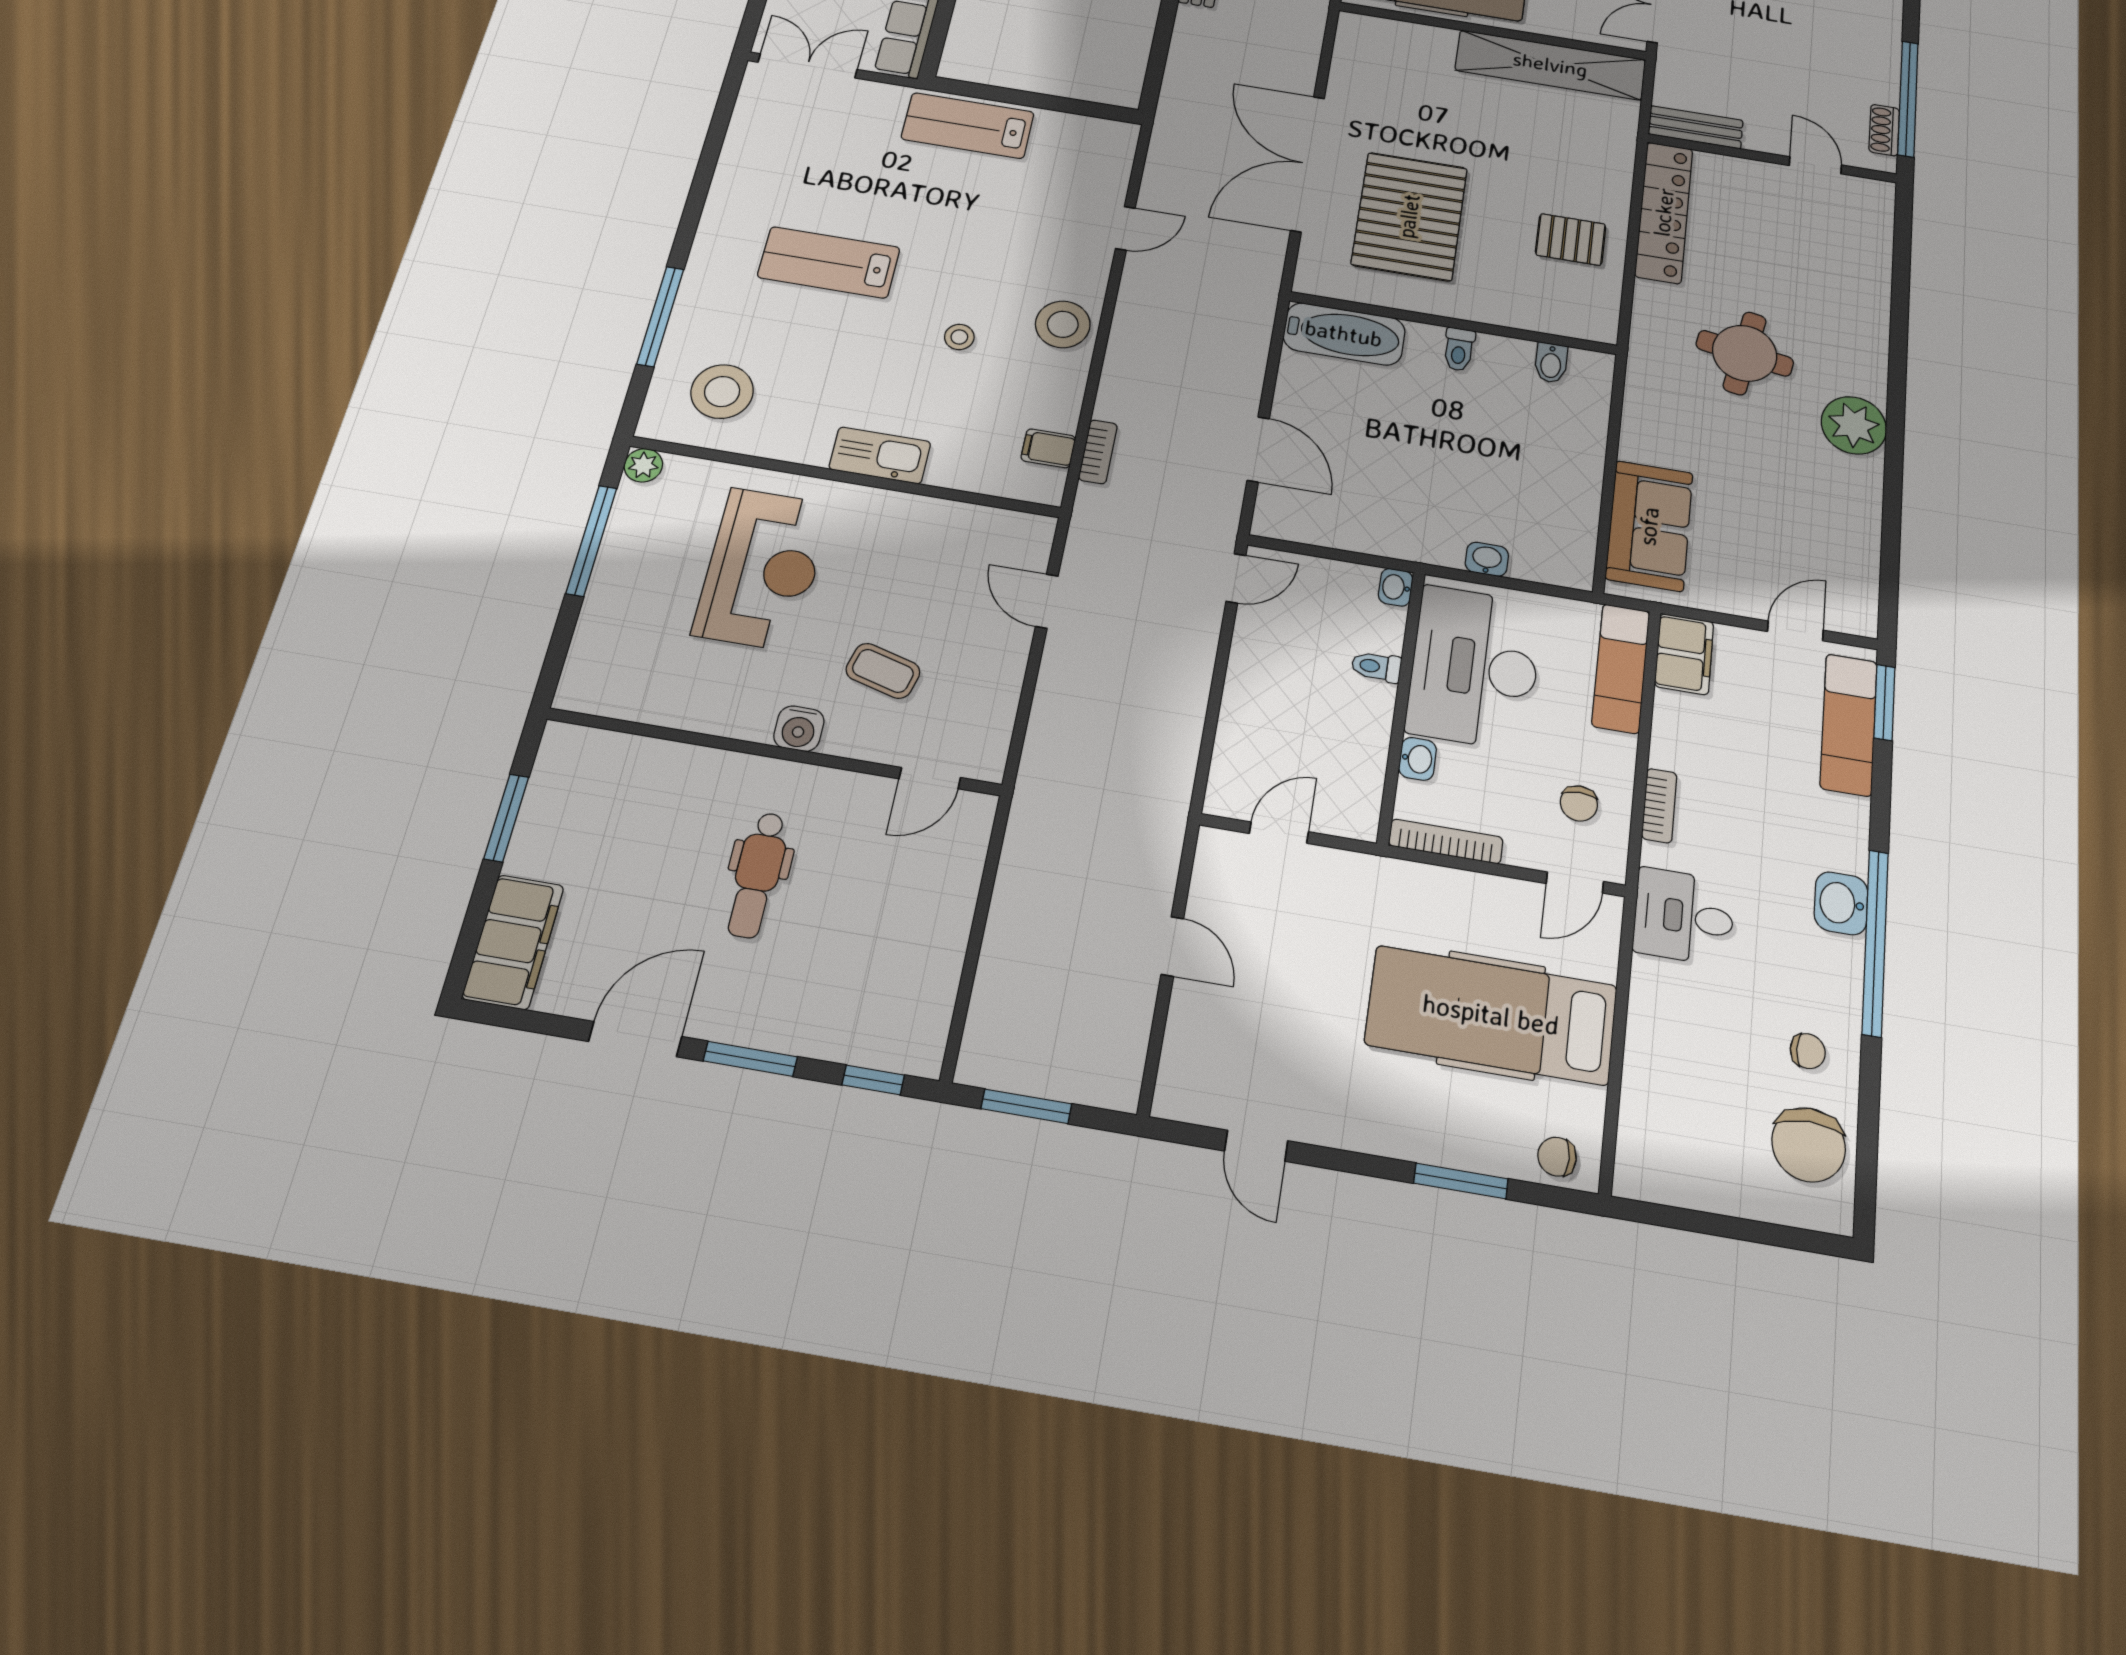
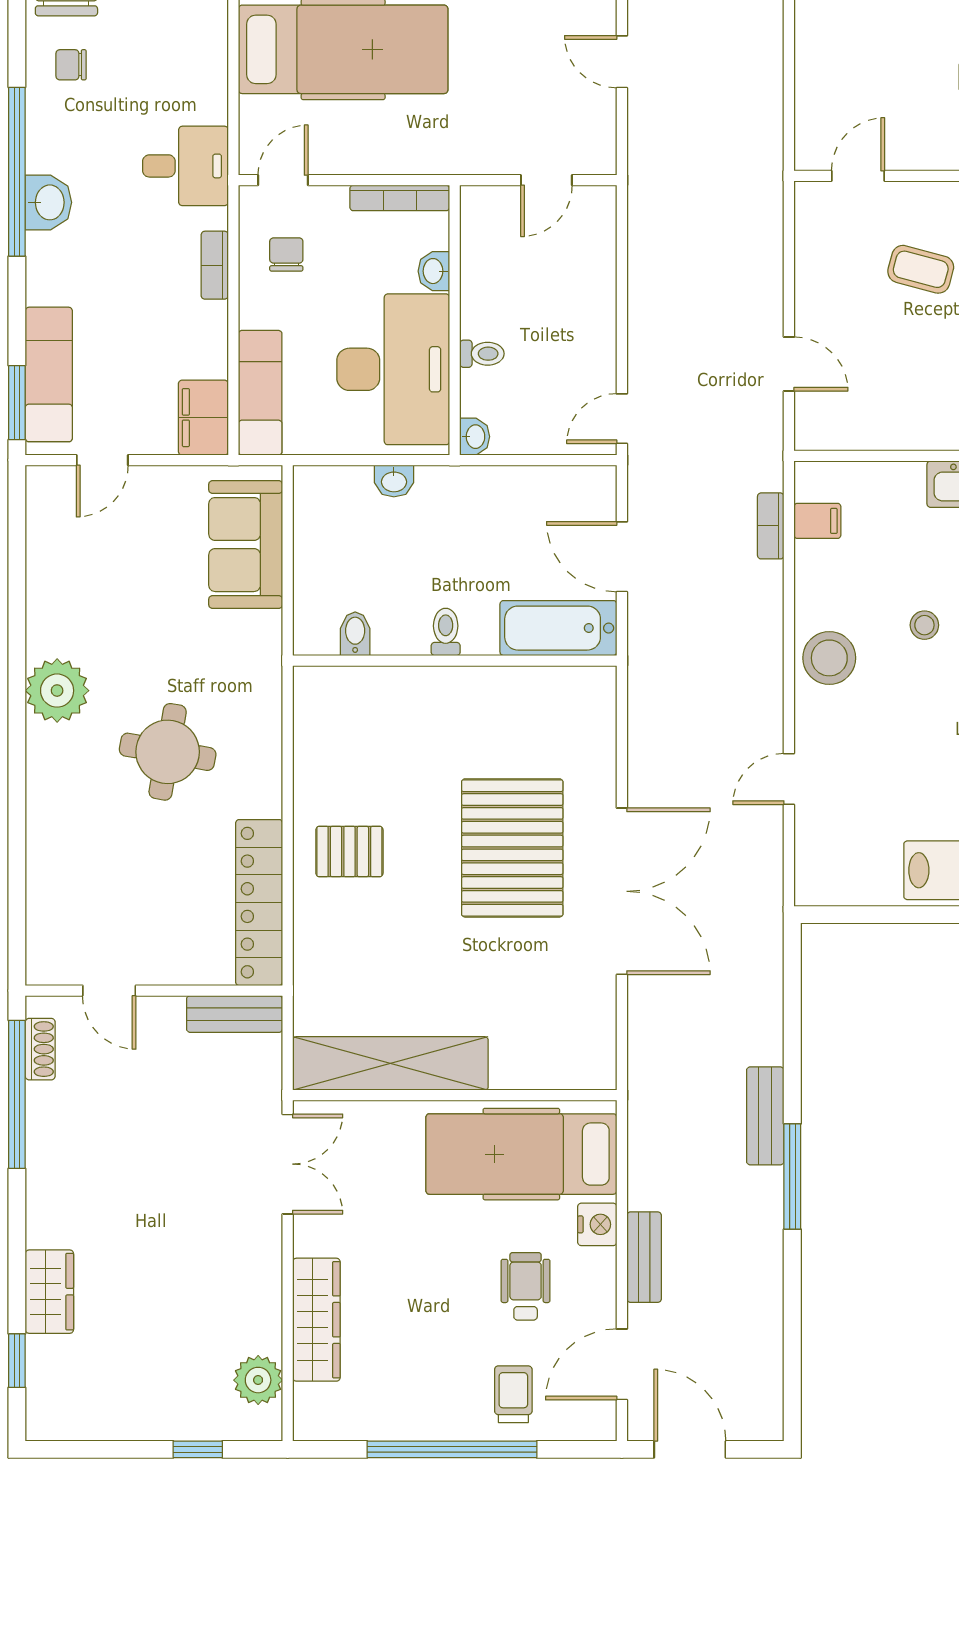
wall: (1453, 323) -> (455, 661), moved
bathtub: (1344, 334) -> (558, 628), moved
toilet: (1459, 349) -> (446, 632), moved
bidet: (1551, 363) -> (355, 634), moved

